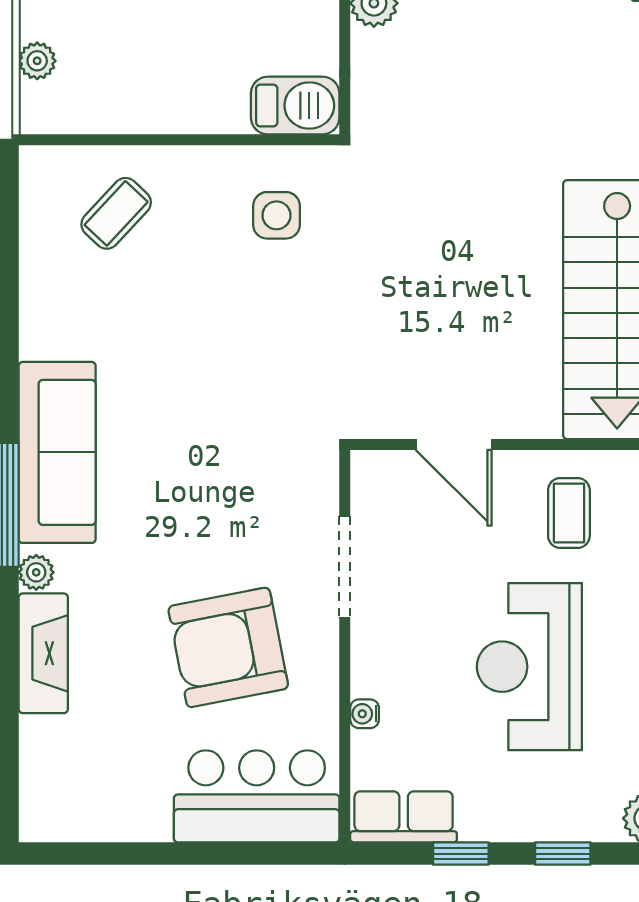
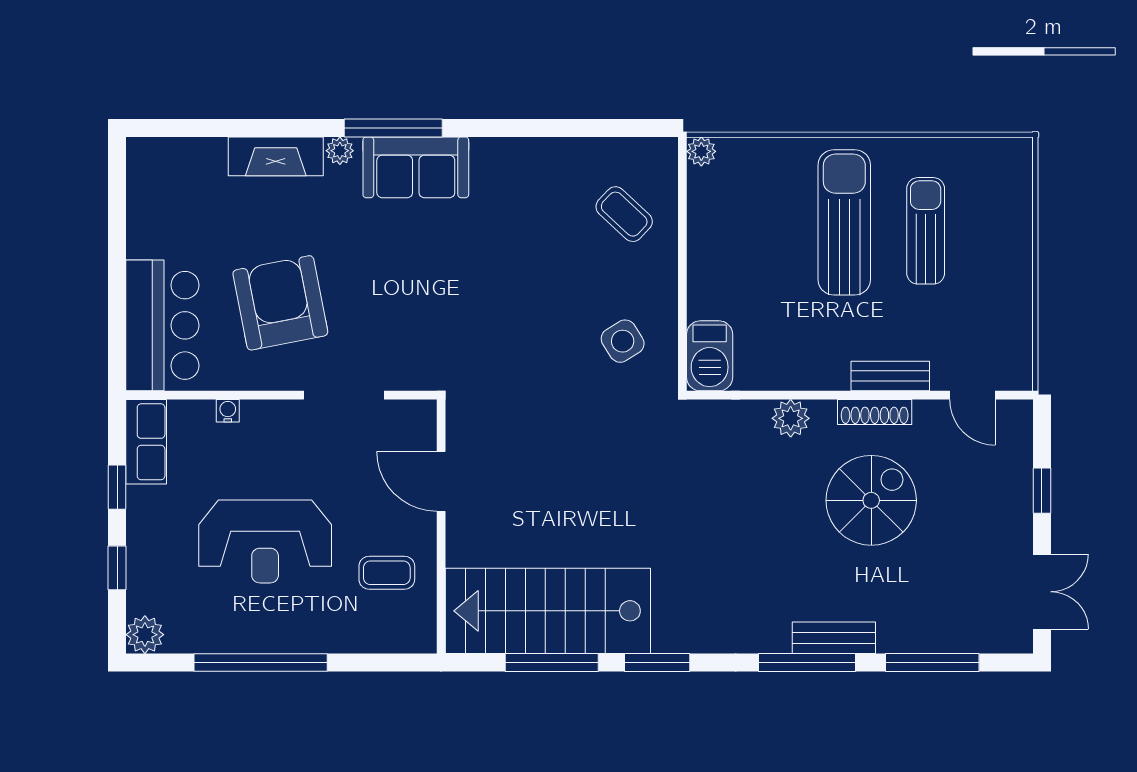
plant: (37, 61) -> (701, 151), moved
side table: (276, 215) -> (623, 341), turned -32
door: (454, 444) -> (441, 481), hinge flipped
sofa: (57, 452) -> (416, 167), width x0.73
reception desk: (529, 667) -> (265, 541), turned 180

